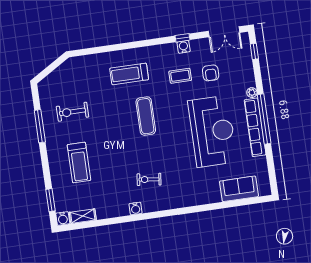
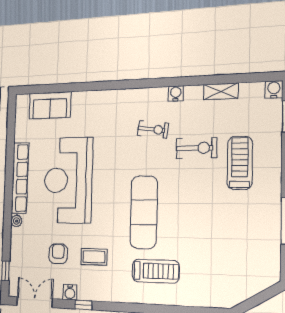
water cooler: (184, 47) -> (70, 292), moved
exercise bike: (72, 112) -> (197, 148), moved
exercise mat: (146, 116) -> (144, 212), width x1.36, depth x1.45
window: (264, 119) -> (9, 187), removed
shelving: (83, 216) -> (221, 91), moved

